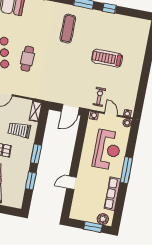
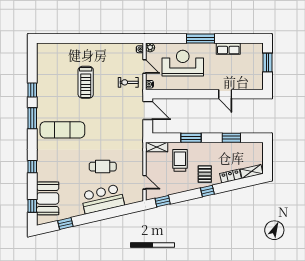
exercise mat: (68, 29) -> (62, 130), width x1.36, depth x1.45
door: (111, 114) -> (144, 67), swing flipped
trolley: (19, 130) -> (180, 160), turned 180
window: (36, 154) -> (191, 138), moved
row of seats: (112, 194) -> (228, 49), width x0.68
plant: (103, 219) -> (257, 53), removed

